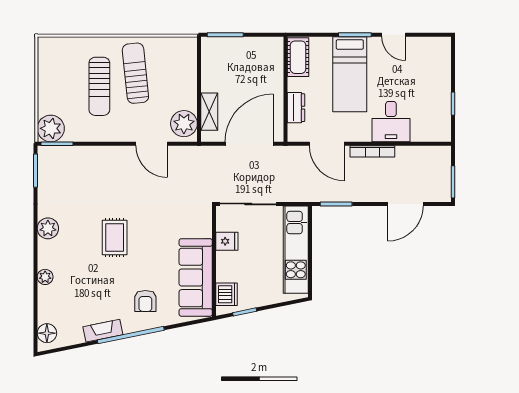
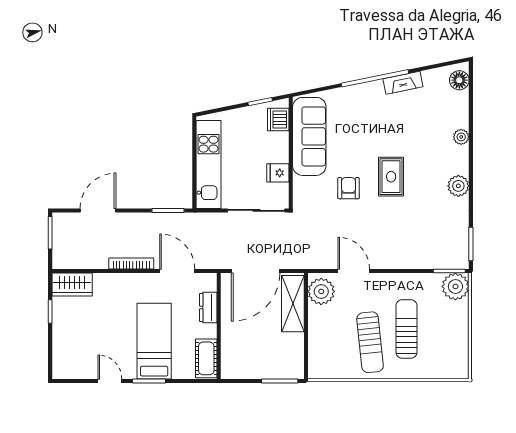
shelving: (209, 112) -> (293, 304), width x1.50, depth x1.33
desk: (391, 122) -> (113, 293), removed
wardrobe: (431, 130) -> (72, 285), added
armchair: (145, 301) -> (348, 188), moved

